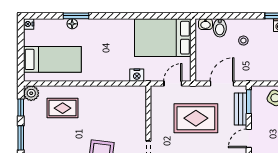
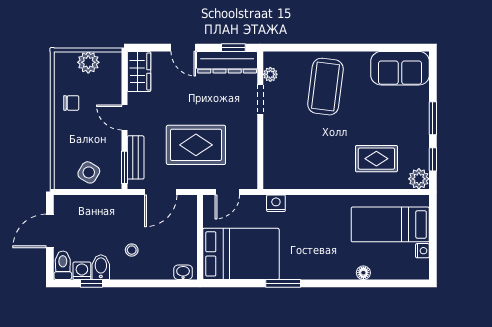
window: (76, 16) -> (283, 283), moved
nightstand: (29, 24) -> (422, 251), moved
bidet: (220, 28) -> (101, 267), moved
door: (249, 138) -> (124, 117), swing flipped

